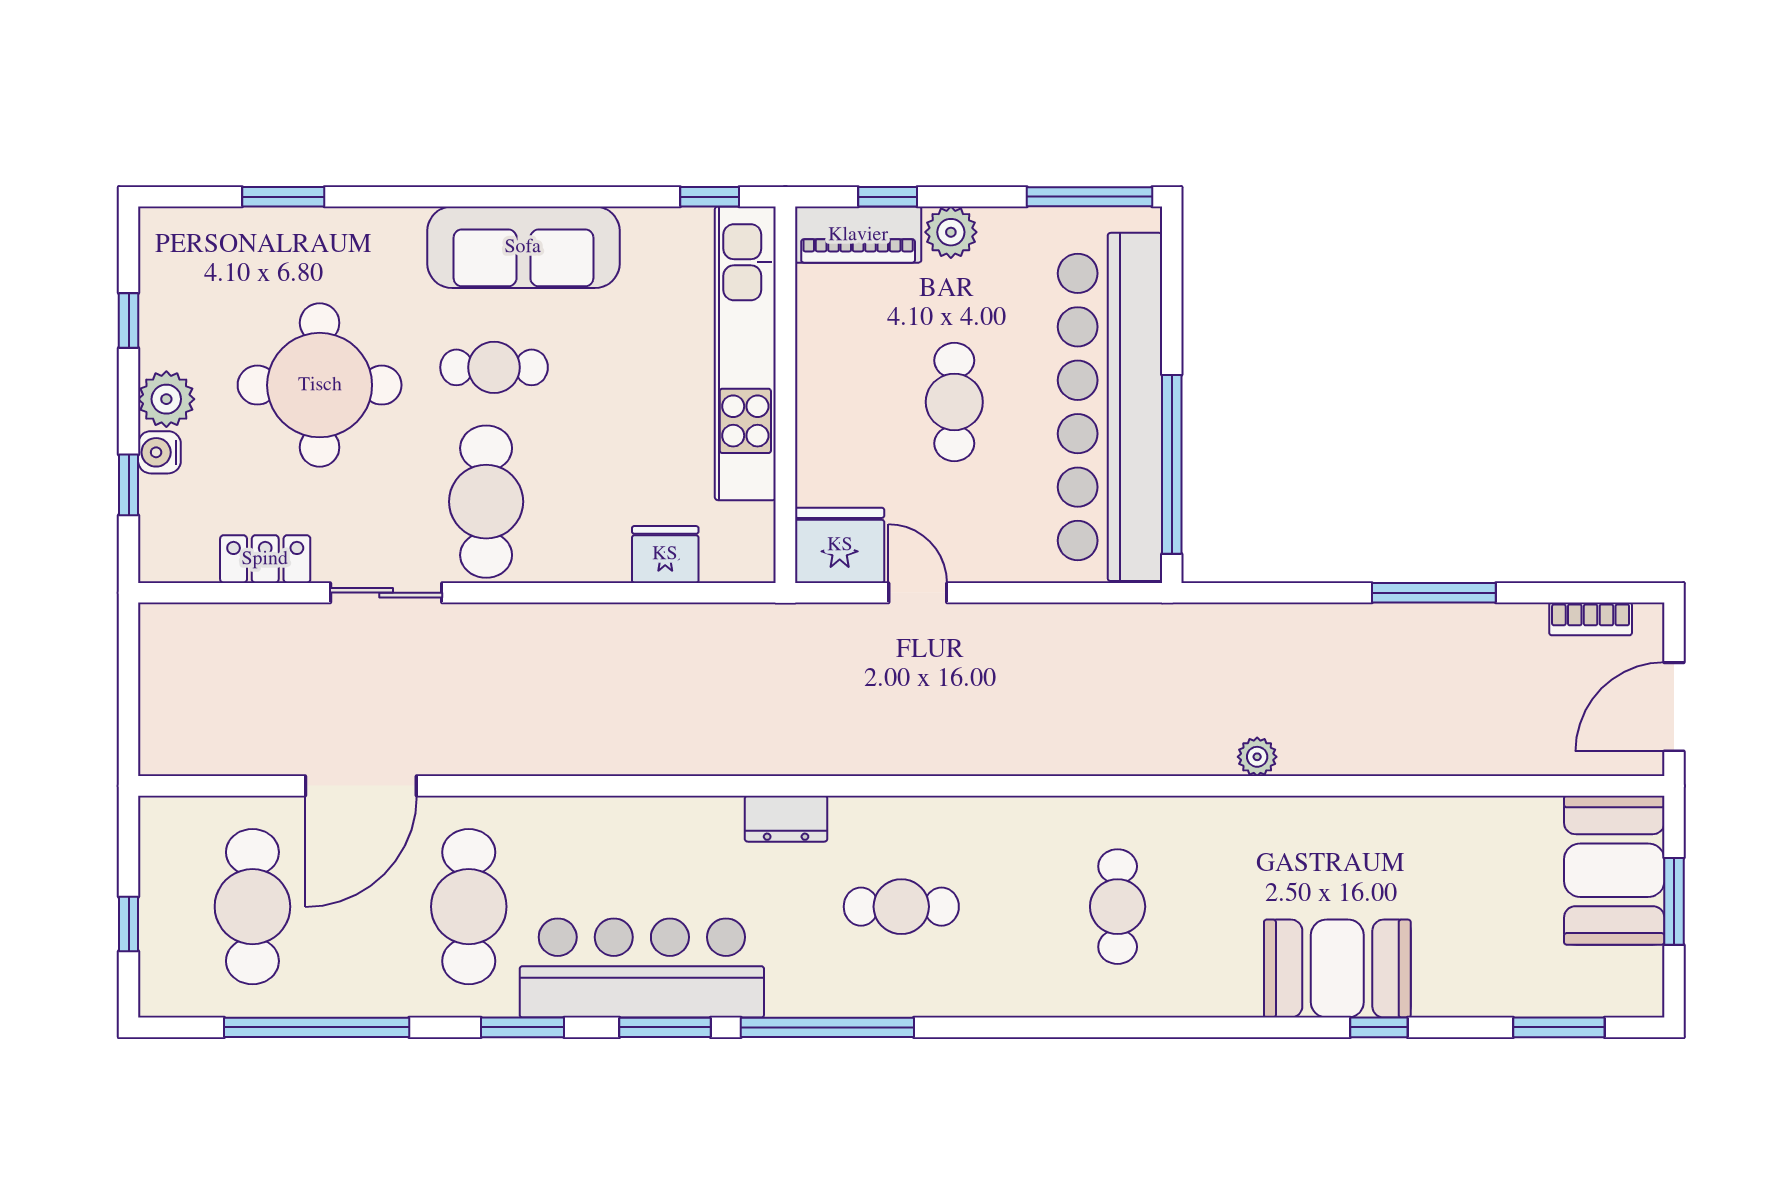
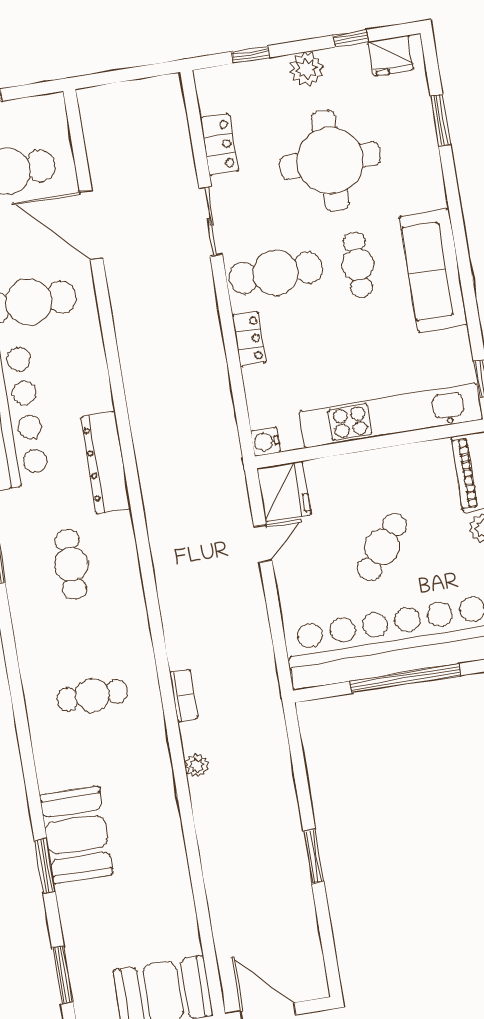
cafe table: (954, 402) -> (382, 547), turned -51
water cooler: (159, 452) -> (266, 442), moved, turned -90
window: (1172, 464) -> (405, 678), moved
fridge: (665, 554) -> (391, 56), moved, turned 90
locker: (585, 561) -> (249, 339), added
window: (1434, 593) -> (314, 856), width x0.69
bookcase: (1591, 619) -> (184, 695), moved, turned 180
dresser: (786, 819) -> (106, 462), width x1.96, depth x1.24
window: (1379, 1027) -> (45, 866), width x1.50

